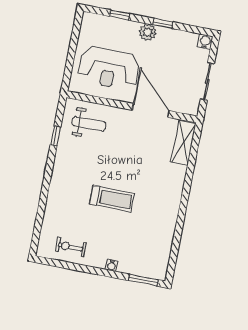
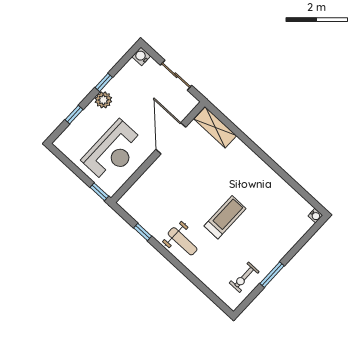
window: (67, 78) -> (99, 192), added
door: (151, 110) -> (171, 138), hinge flipped
weight bench: (89, 124) -> (183, 241), moved, turned 90
water cooler: (112, 265) -> (315, 216), moved
window: (143, 280) -> (272, 275), moved

